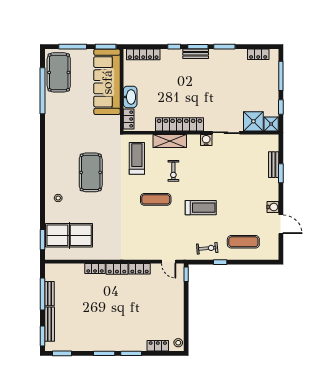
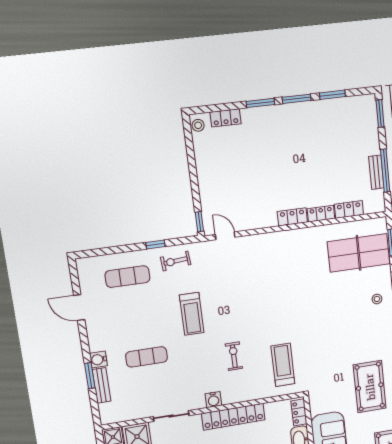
water cooler: (206, 140) -> (213, 400), moved
shelving: (170, 141) -> (243, 393), removed
treadmill: (137, 158) -> (283, 365), turned 180
pool table: (91, 172) -> (370, 387), moved
exercise mat: (156, 199) -> (147, 357), moved
water cooler: (273, 207) -> (98, 359), moved
treadmill: (201, 208) -> (192, 314), turned -90
locker: (140, 269) -> (349, 209), moved
bench: (50, 324) -> (372, 131), removed
window: (62, 353) -> (332, 95), moved

